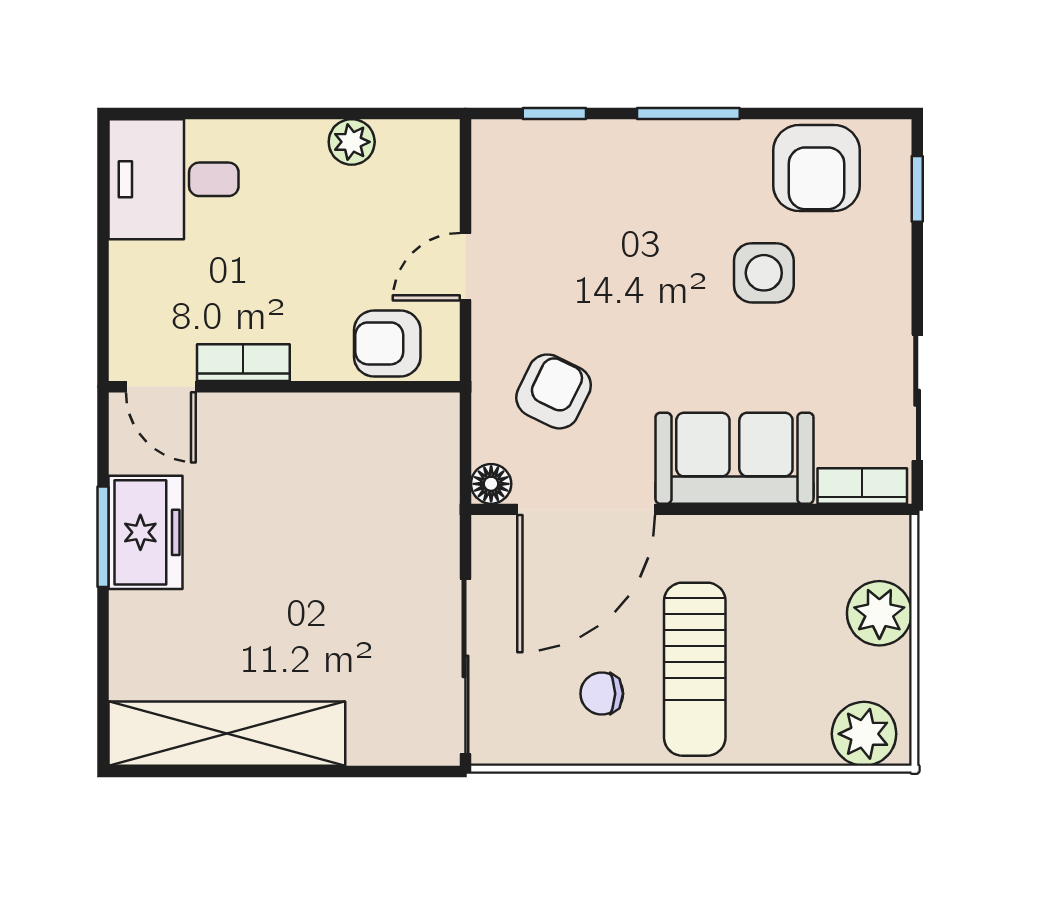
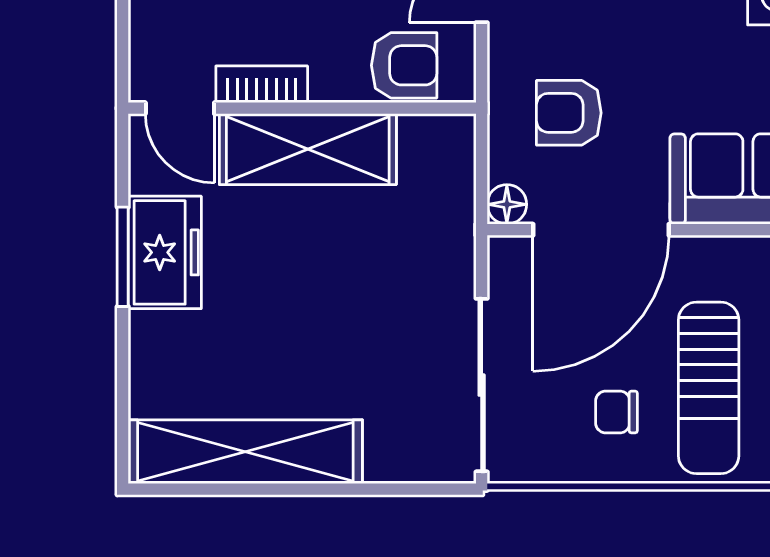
armchair: (387, 343) -> (404, 65), turned 180
armchair: (554, 391) -> (569, 113), turned -116
shelving: (290, 428) -> (308, 149), added

